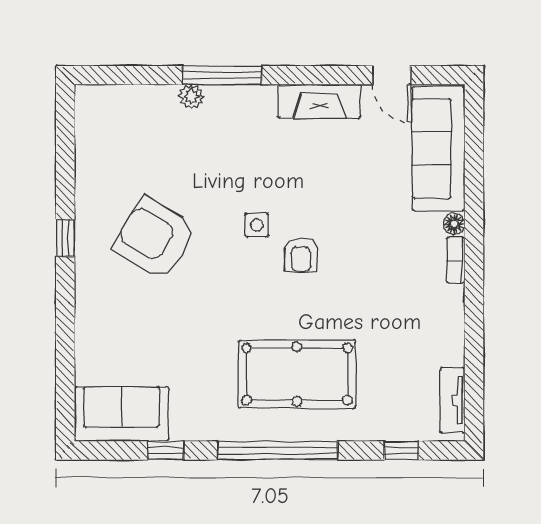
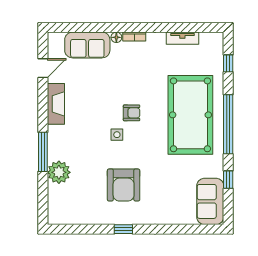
plant: (191, 97) -> (59, 172), width x1.88, depth x1.88
sofa: (439, 149) -> (87, 45), width x0.73
armchair: (155, 238) -> (124, 185), turned -31
pool table: (297, 374) -> (190, 115), width x1.36, depth x1.32
tv unit: (452, 400) -> (182, 38), moved

